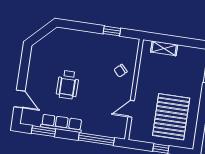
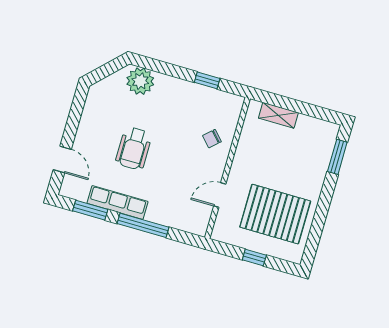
plant: (66, 38) -> (140, 81), added
pallet: (171, 117) -> (275, 214), turned 90
window: (96, 139) -> (143, 225), moved

